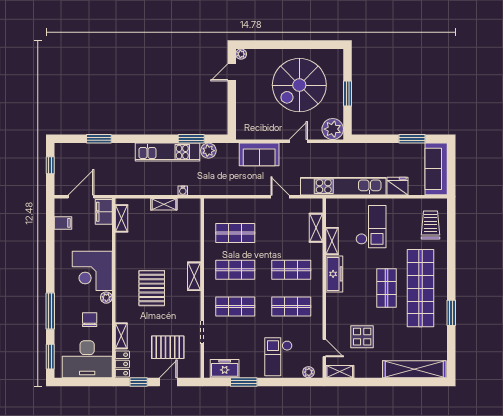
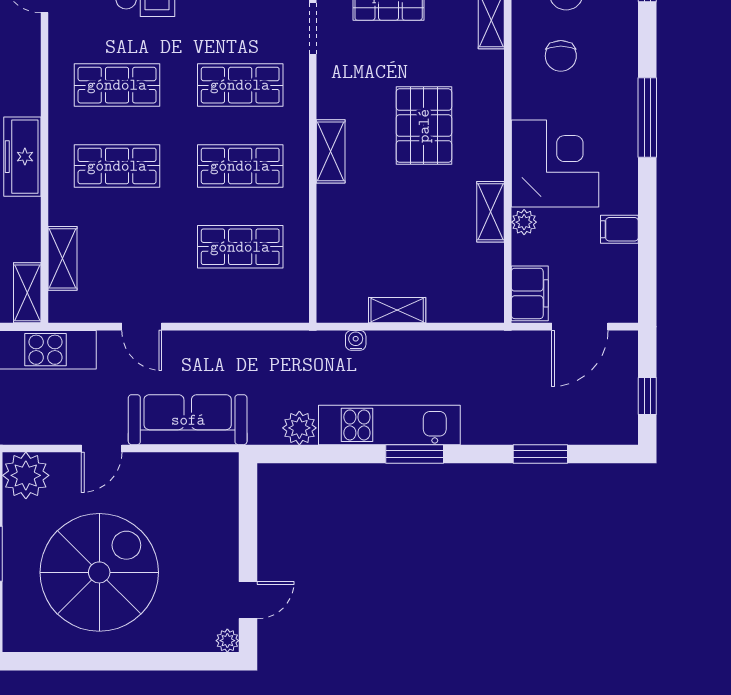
window: (191, 139) -> (415, 454), moved
sofa: (259, 154) -> (188, 420), width x1.36
shelving: (122, 218) -> (490, 212), moved
filing cabinet: (63, 223) -> (619, 229), moved
shelving: (332, 241) -> (27, 293), moved
plant: (106, 298) -> (524, 222), moved
window: (50, 311) -> (647, 117), moved

